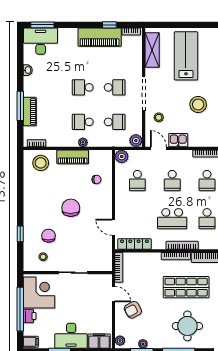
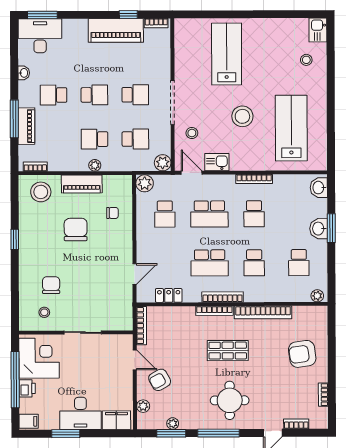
shelving: (152, 50) -> (183, 47), removed
school desk: (51, 87) -> (53, 95), added
school desk: (83, 87) -> (94, 95), turned 180
school desk: (172, 181) -> (209, 214), width x1.85
chair: (71, 208) -> (76, 229), moved
door: (114, 227) -> (134, 274), swing flipped
window: (20, 234) -> (15, 239), moved
locker: (134, 244) -> (169, 295), width x0.66
shop shelf: (186, 287) -> (228, 351), width x0.70, depth x0.74
plant: (120, 341) -> (143, 406), moved

